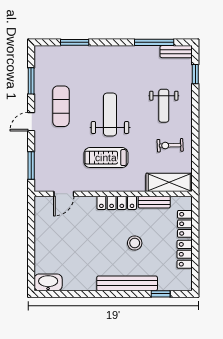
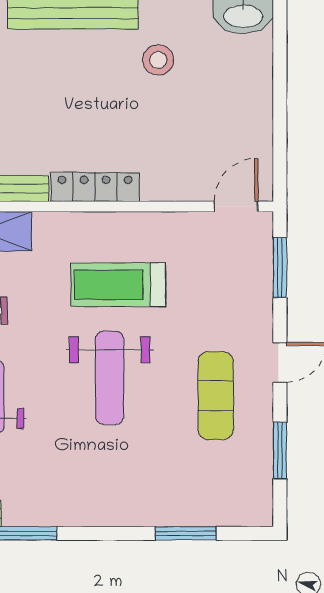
treadmill: (106, 158) -> (118, 285), turned 180
door: (64, 194) -> (236, 207), moved
stool: (135, 243) -> (158, 60), moved

